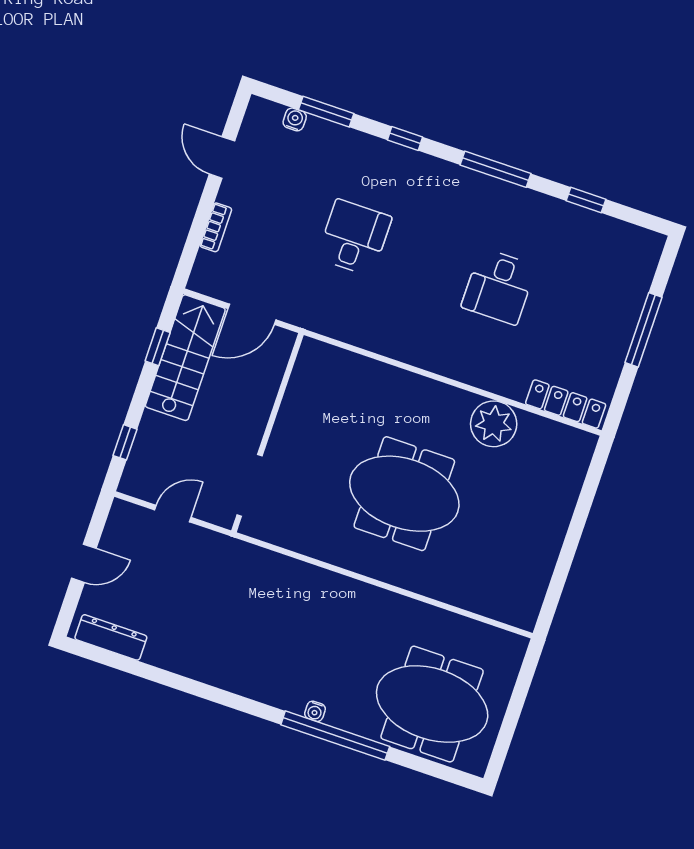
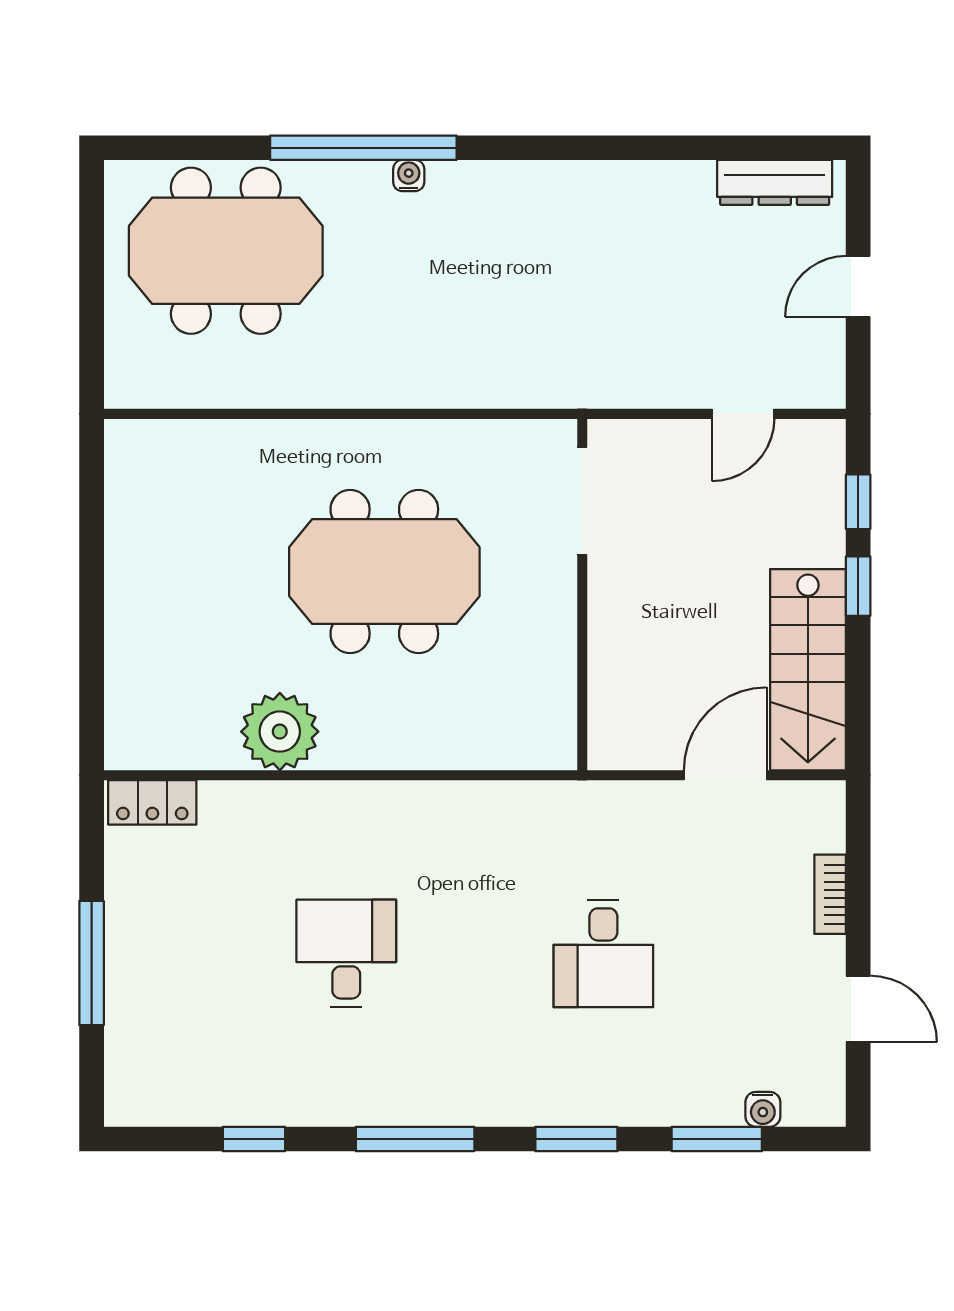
window: (405, 138) -> (576, 1139), width x1.50
window: (158, 347) -> (858, 586), moved
locker: (566, 404) -> (152, 802), width x0.66
wall: (267, 433) -> (582, 595), moved
doorway: (250, 485) -> (582, 501), moved

